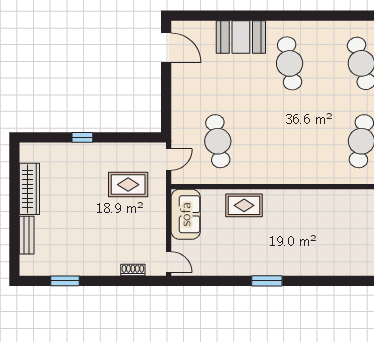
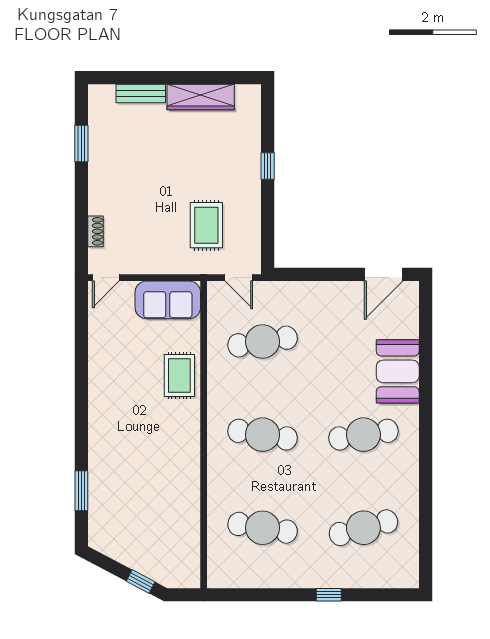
cafe table: (290, 141) -> (263, 435), added
window: (267, 281) -> (81, 491), moved

